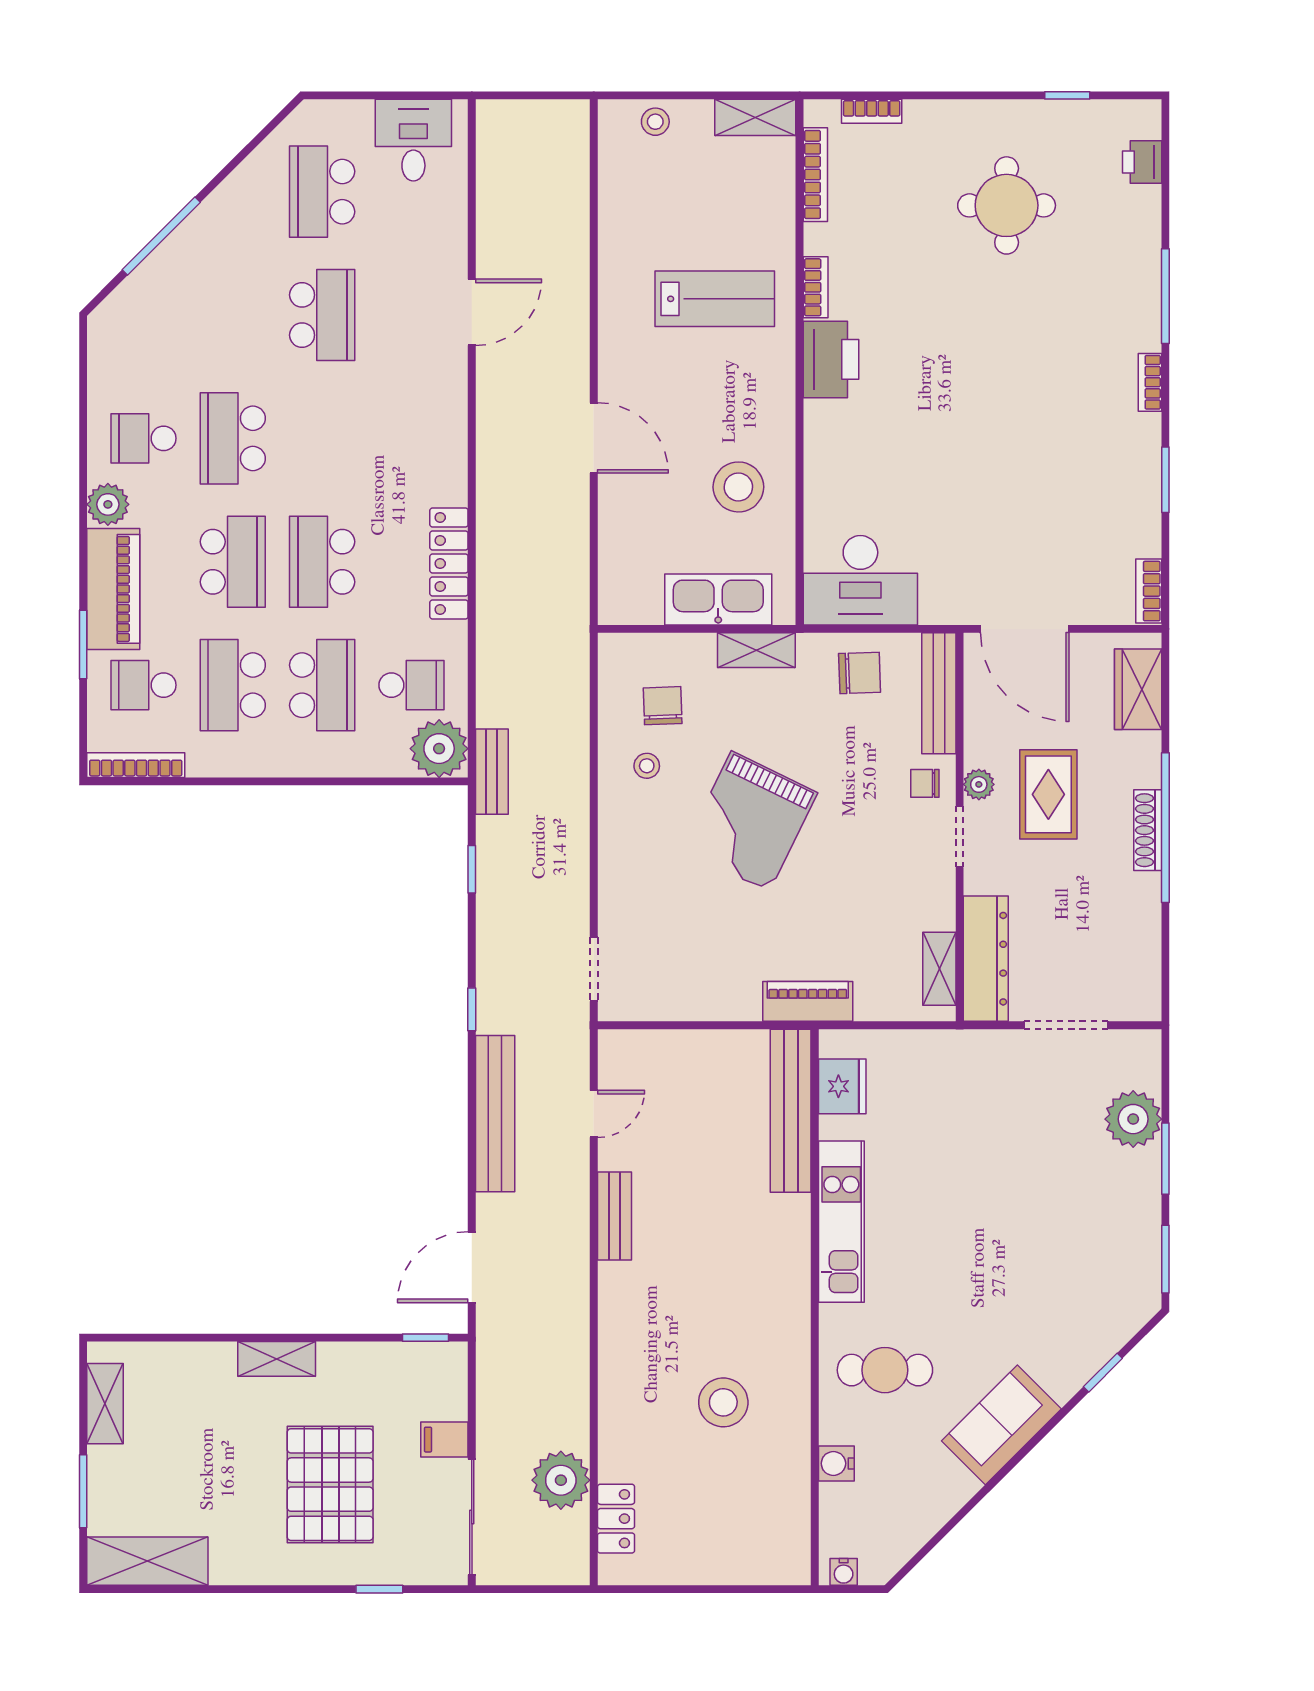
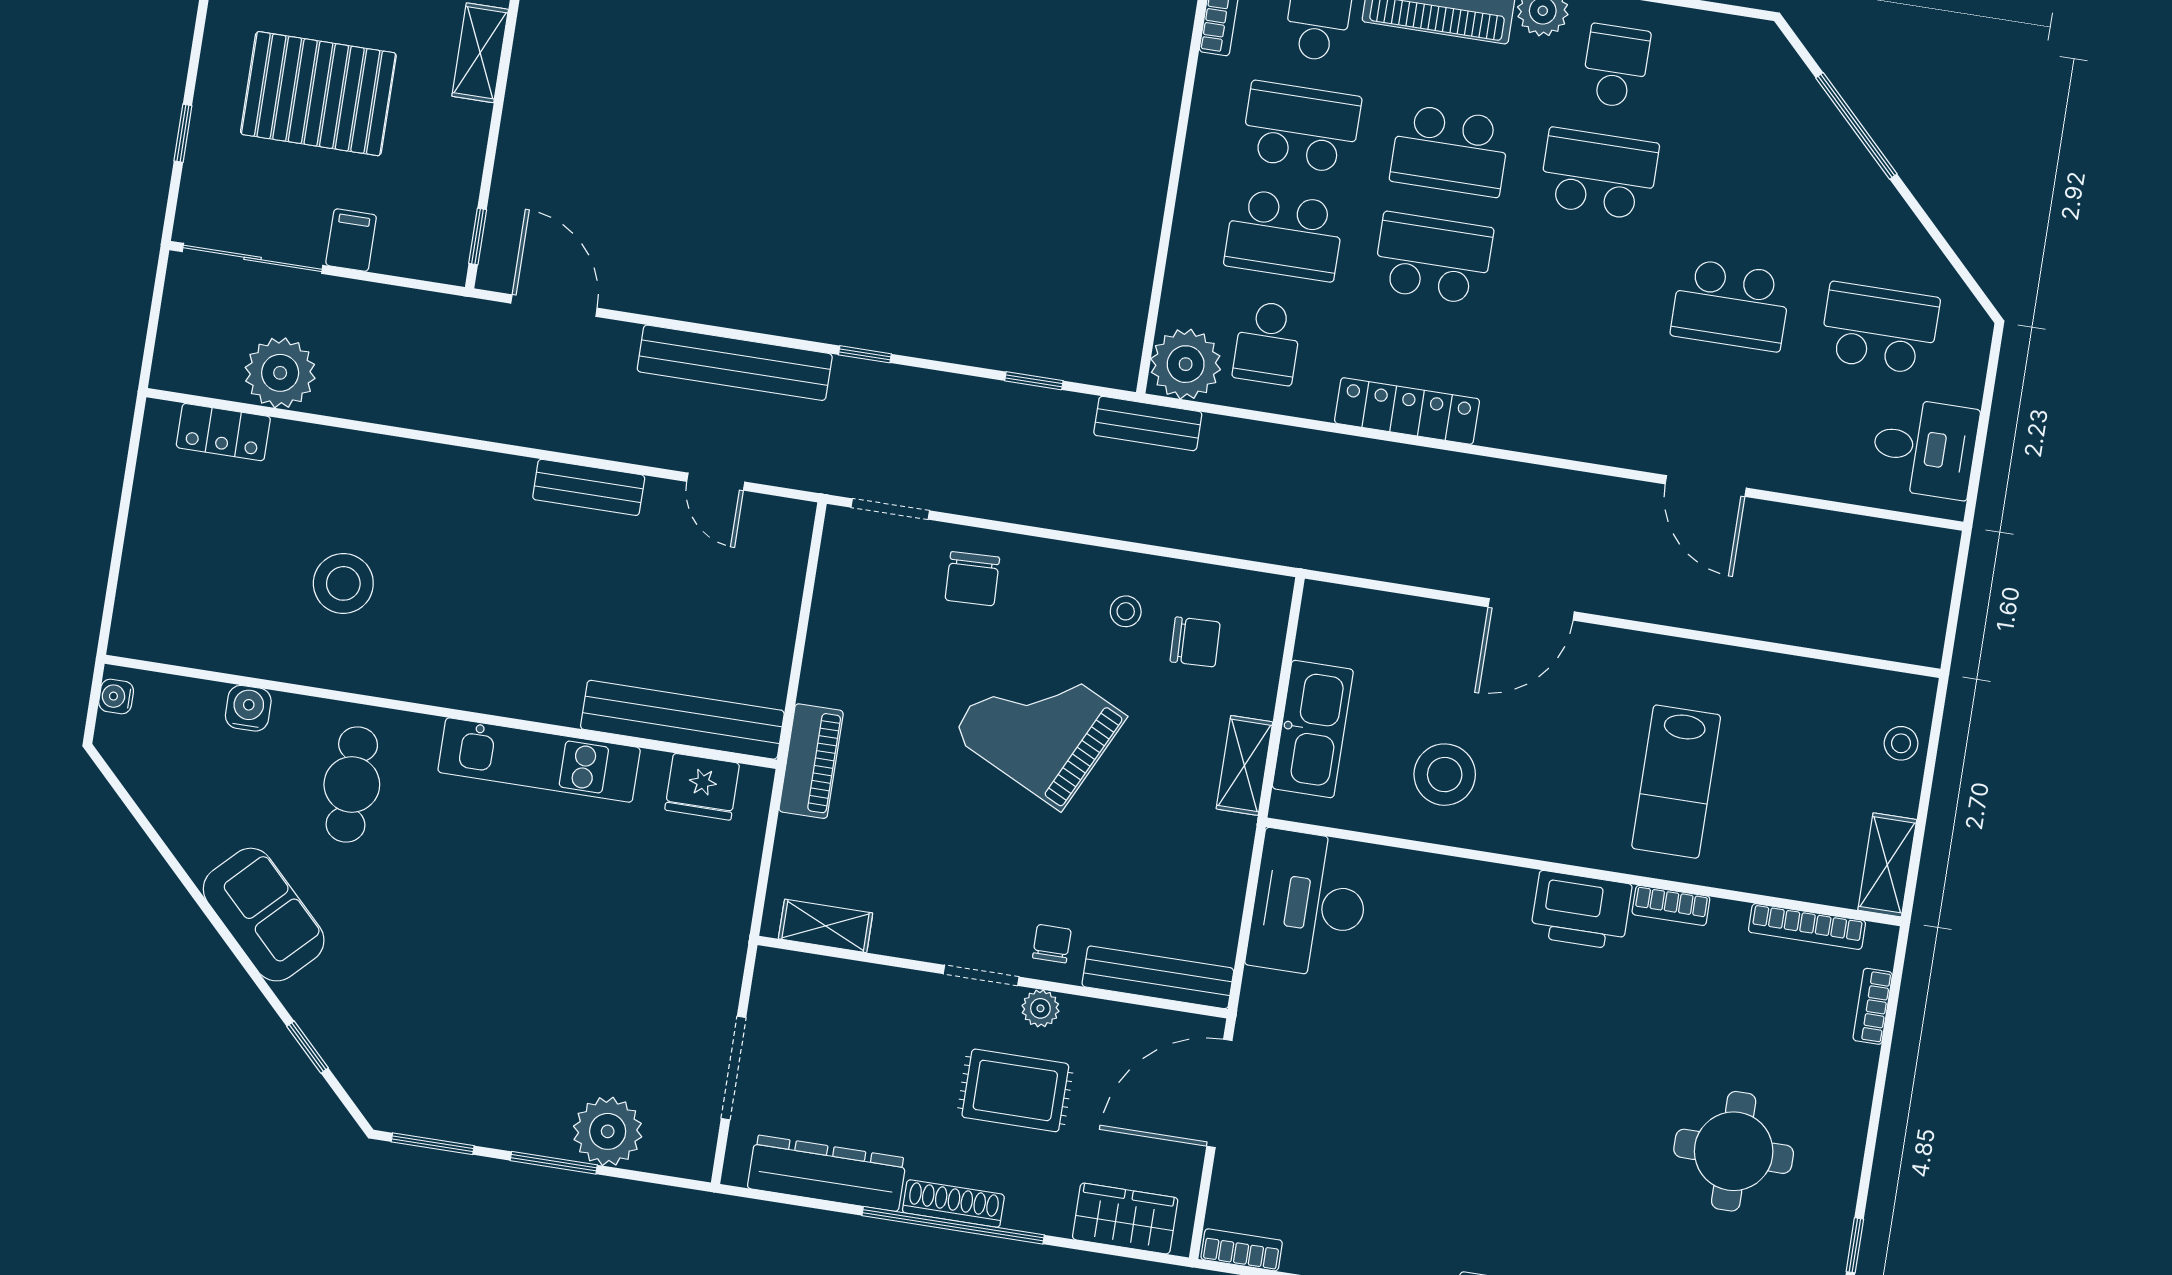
chair: (860, 673) -> (972, 579), moved
dresser: (986, 959) -> (827, 1173), moved, turned 180

